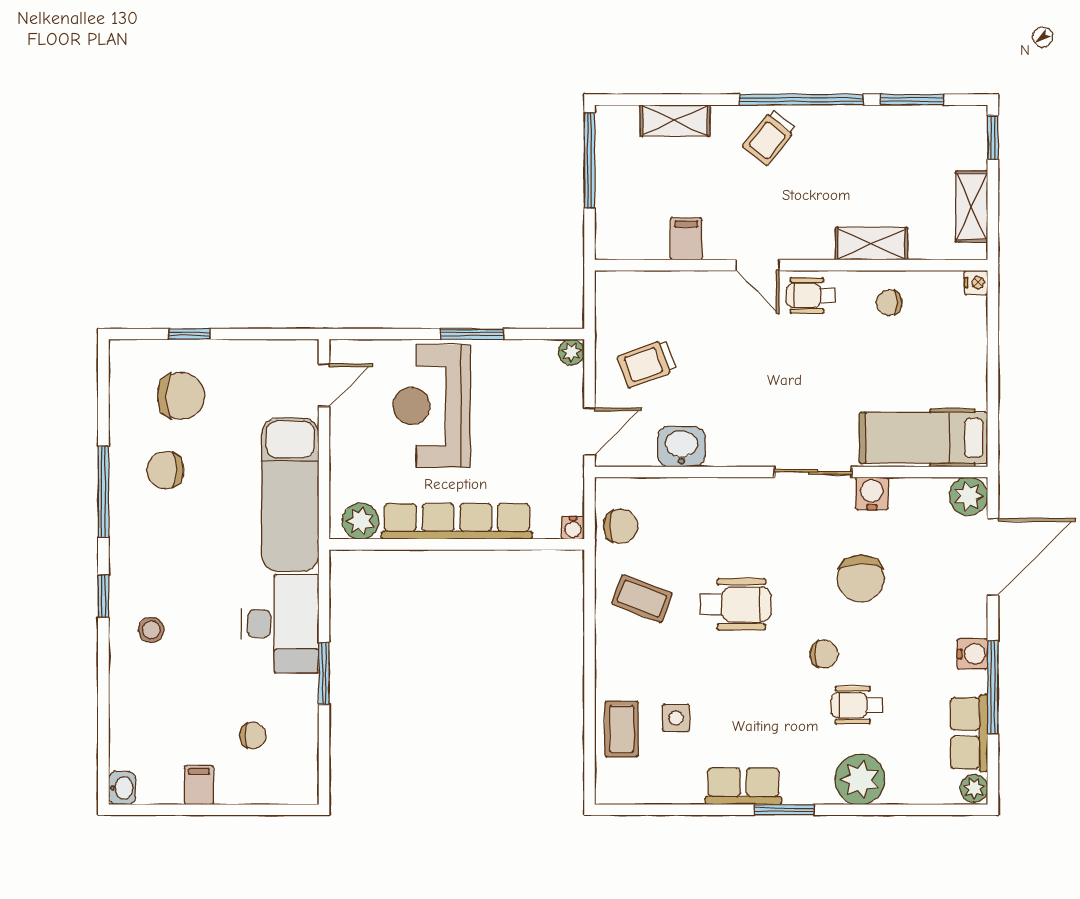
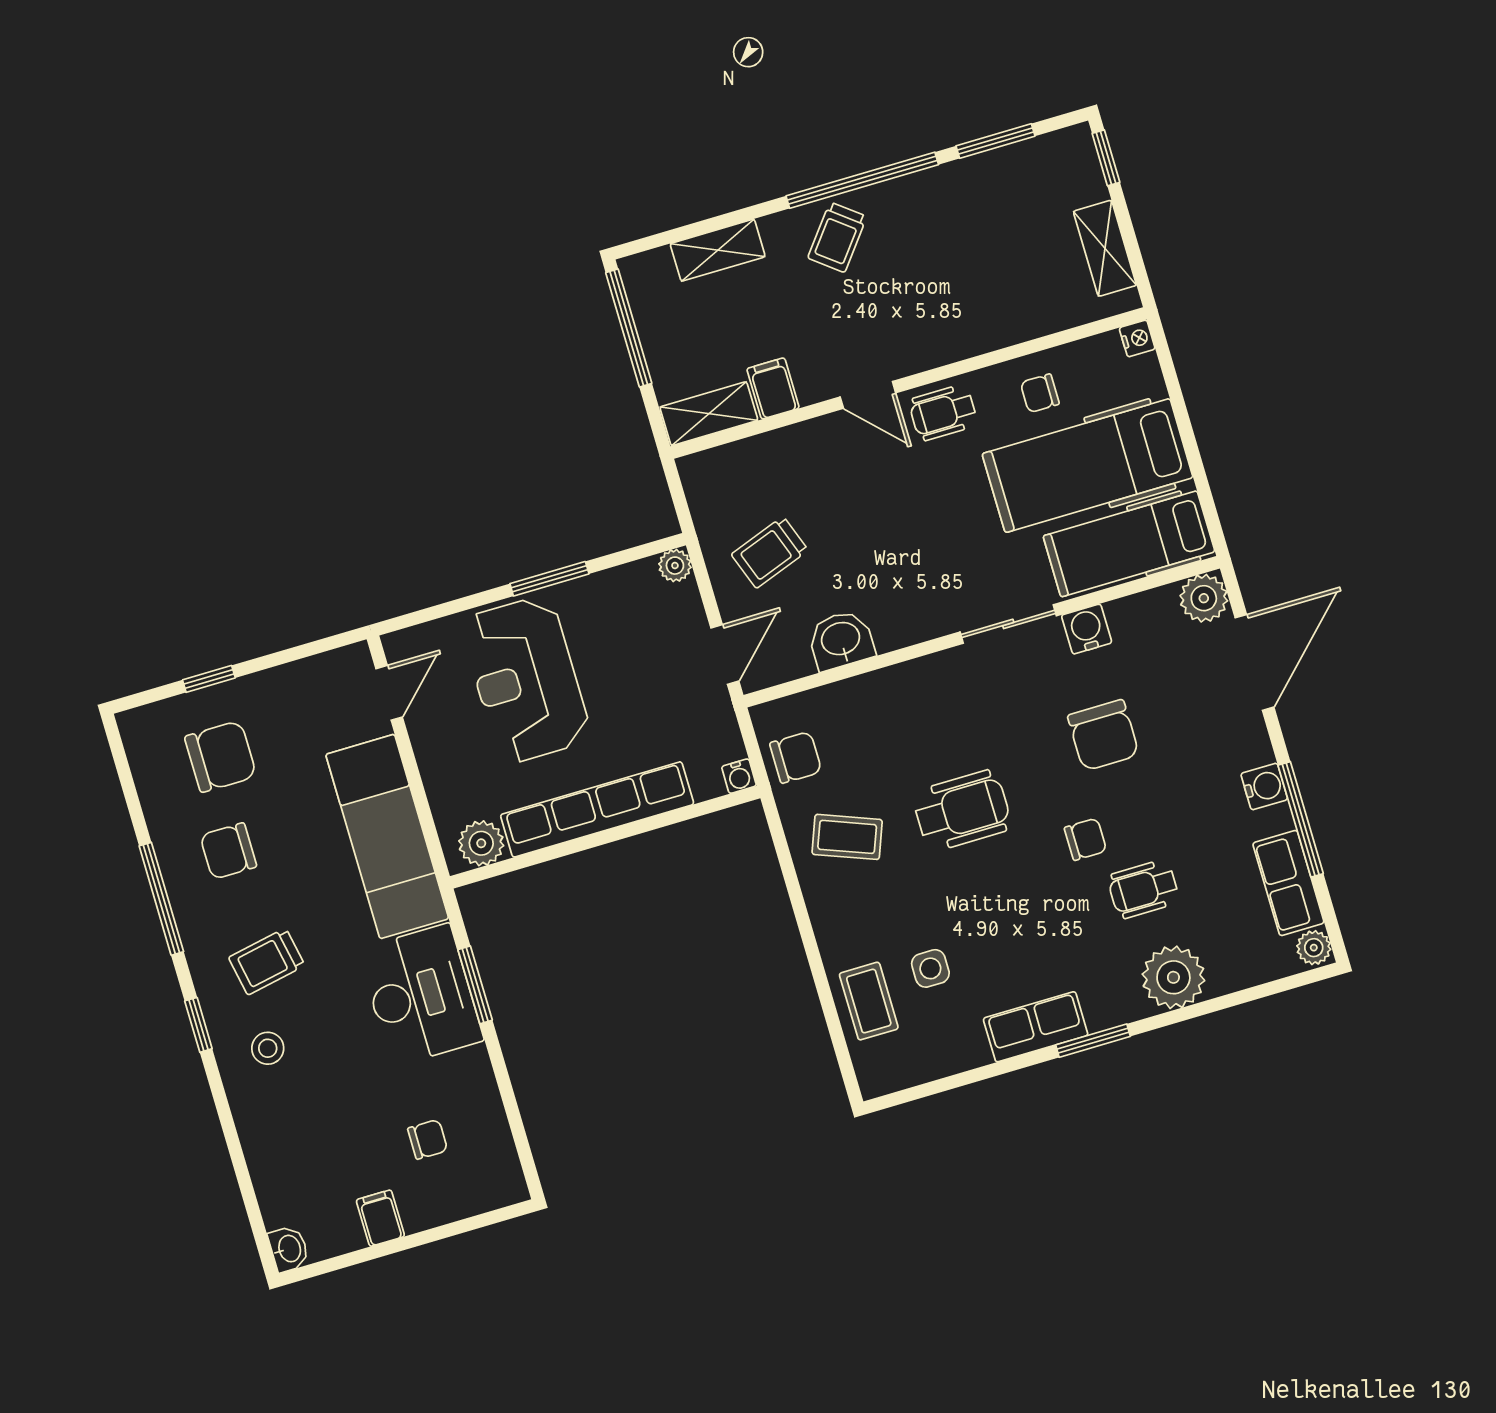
shelving: (871, 244) -> (709, 414), moved
hospital bed: (909, 369) -> (1088, 466), added
trolley: (170, 563) -> (267, 961), added
window: (324, 674) -> (475, 985), moved

